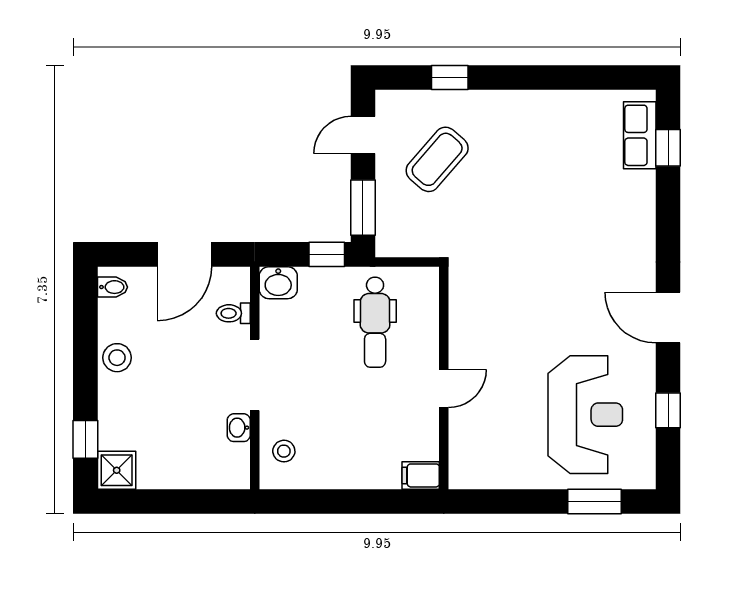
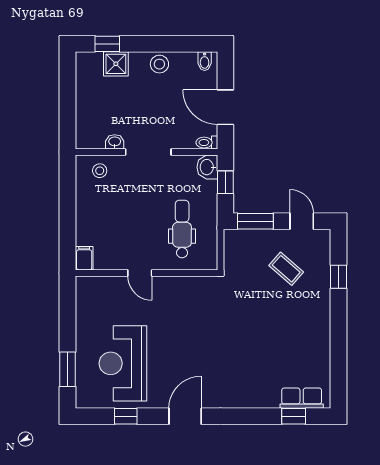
coffee table: (437, 159) -> (286, 269), width x0.73, depth x0.77
window: (327, 254) -> (225, 182), moved
toilet: (233, 313) -> (207, 143), moved, turned -90
dental chair: (375, 322) -> (182, 229), turned 90
reception desk: (585, 415) -> (123, 363), turned 90
shower: (117, 470) -> (116, 64), moved

